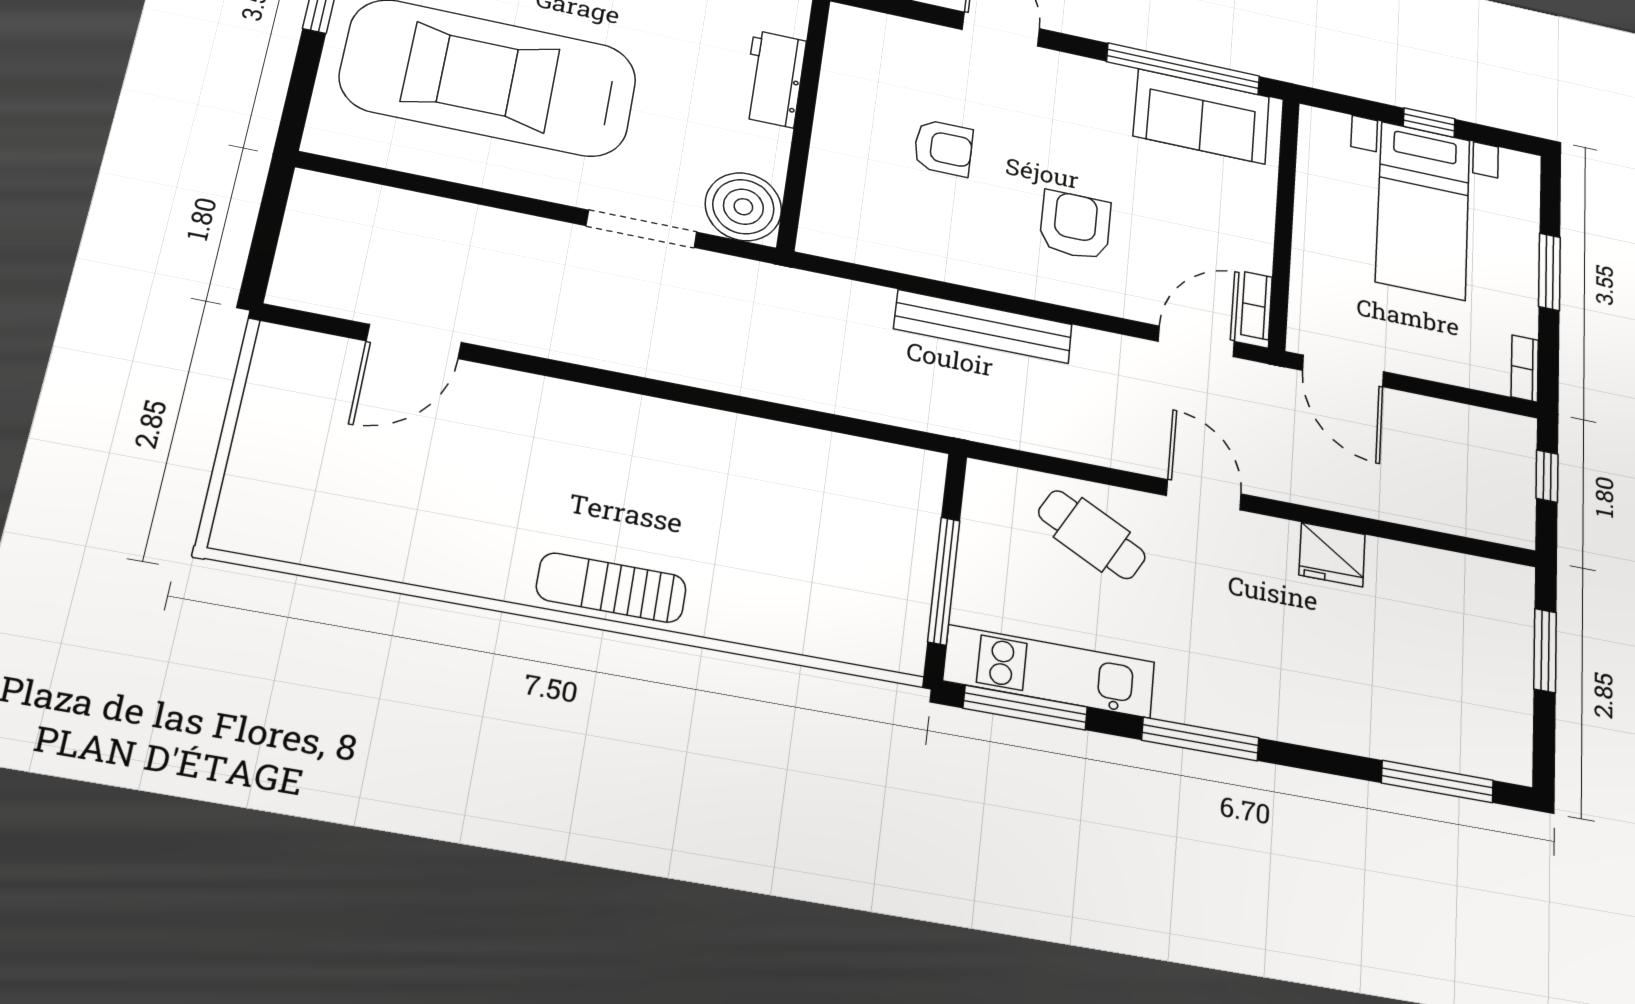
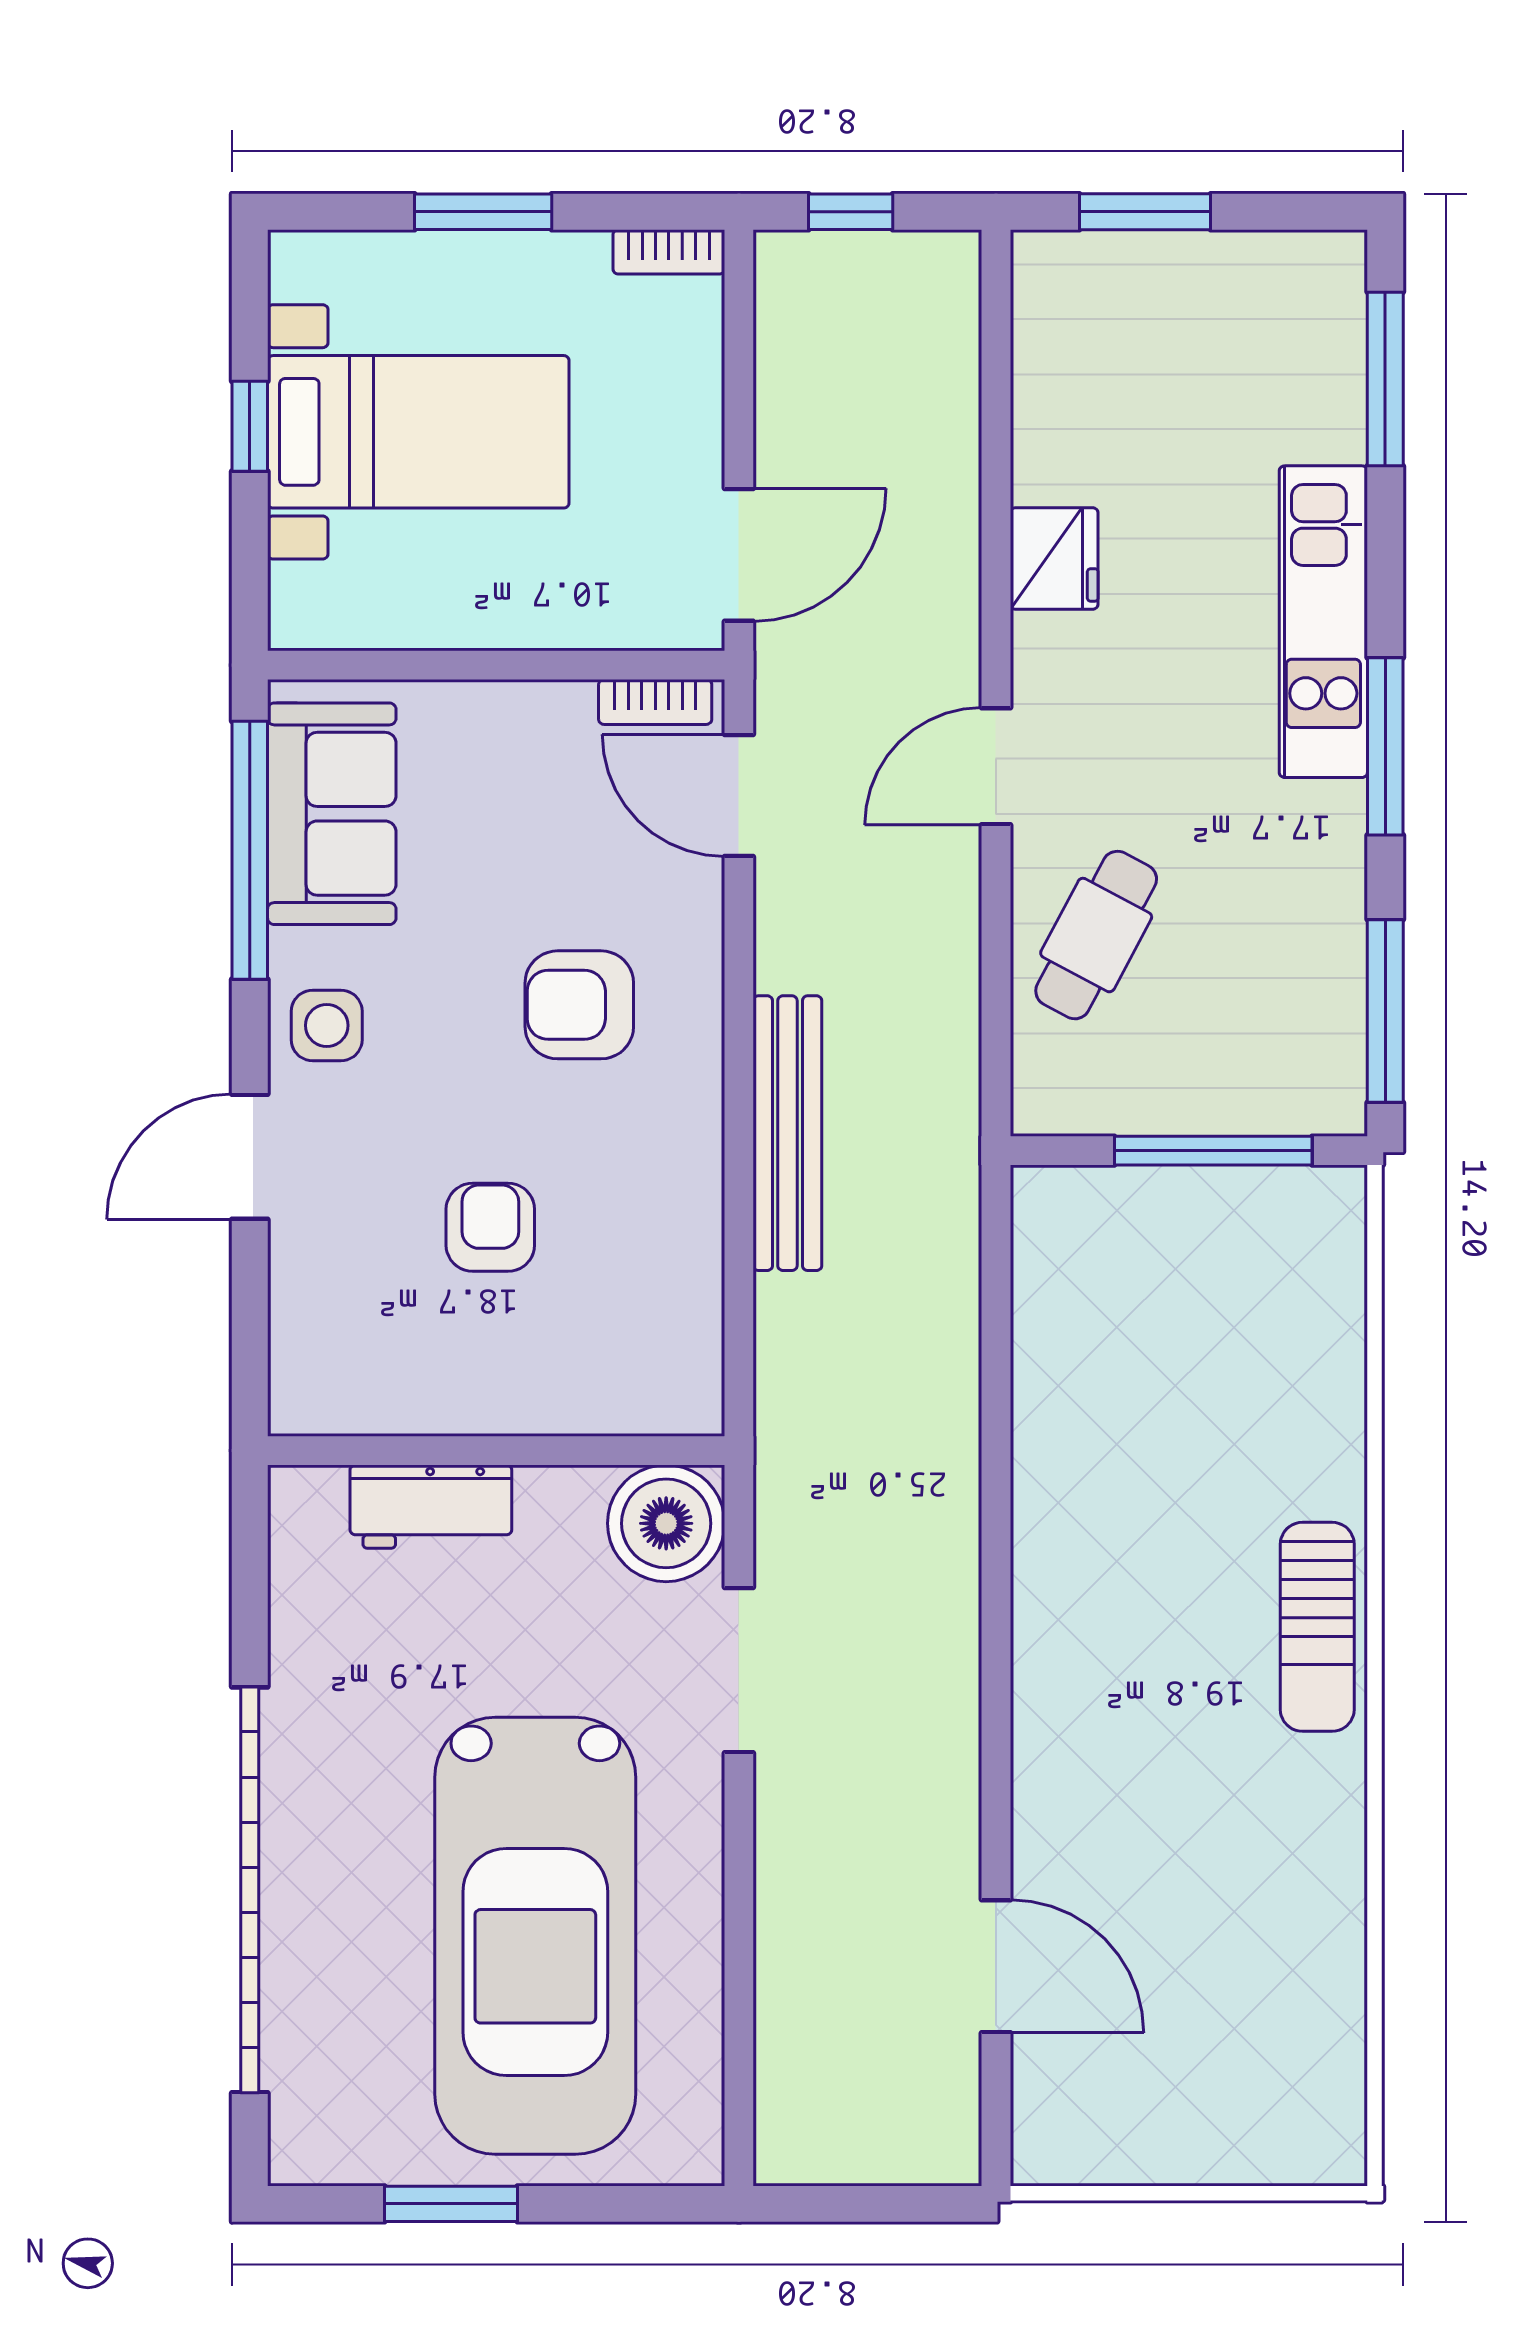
side table: (1076, 86) -> (327, 1025), added
kitchen unit: (1049, 671) -> (1323, 622), moved

